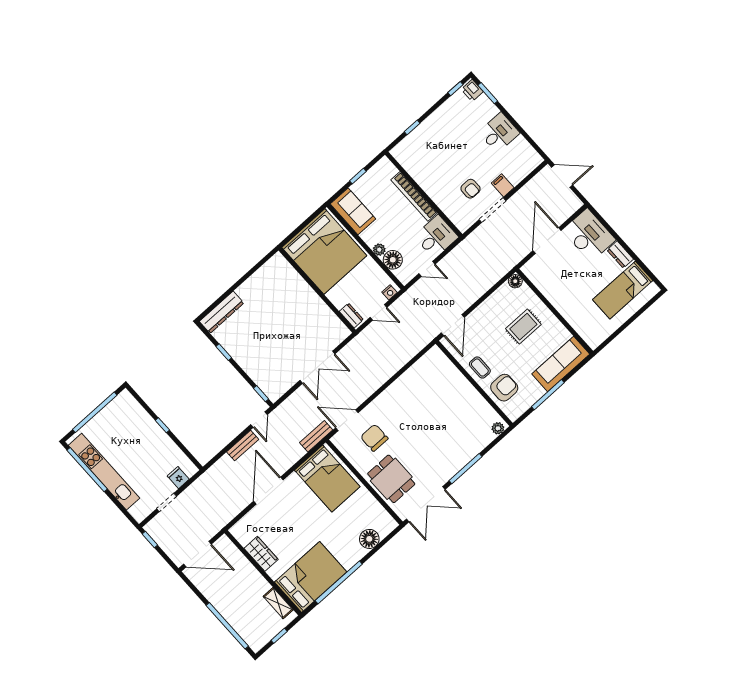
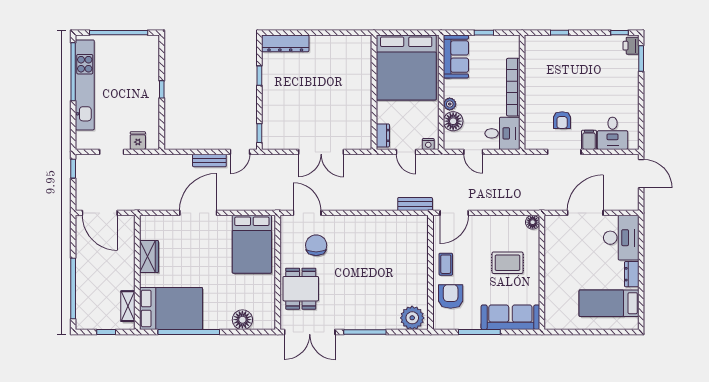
desk: (499, 133) -> (613, 133), moved, turned 90
armchair: (504, 388) -> (451, 296), turned -90
plant: (498, 428) -> (412, 318), width x1.87, depth x1.87
bench: (316, 436) -> (415, 204), moved

